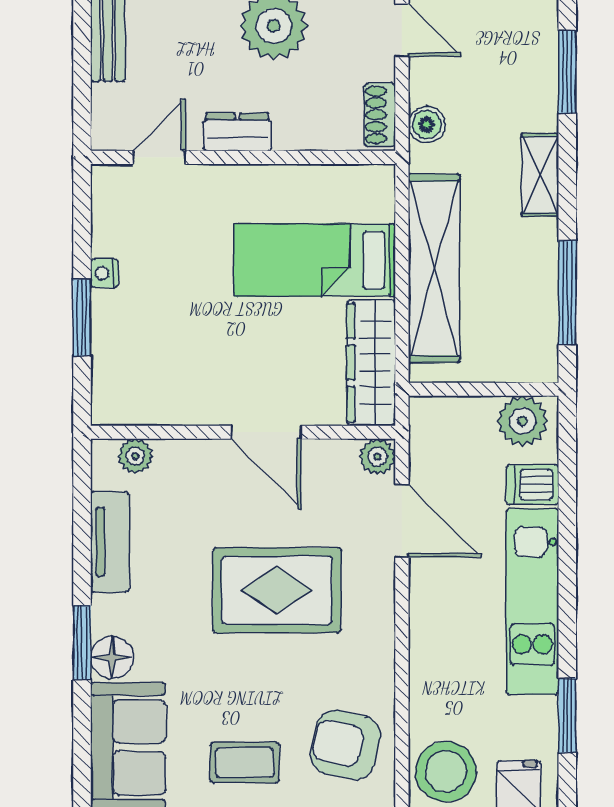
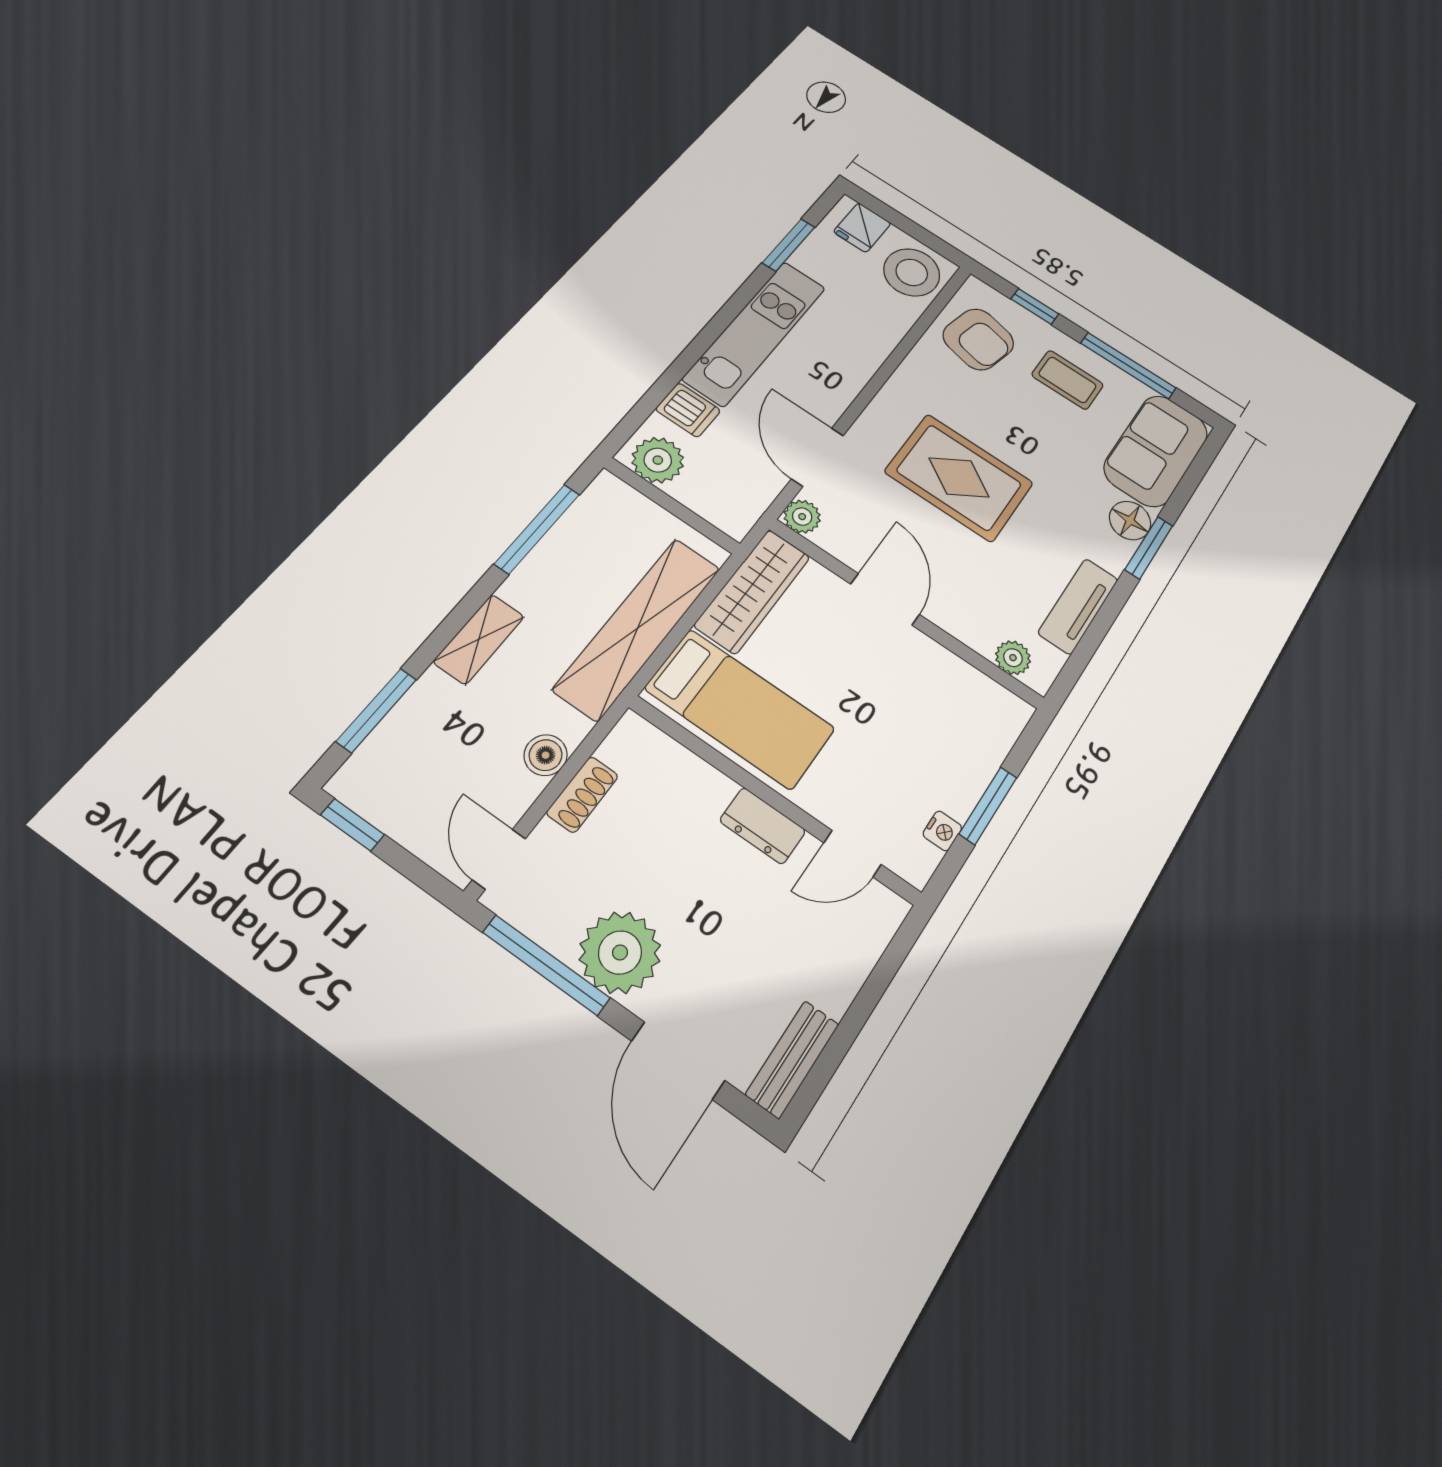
dresser: (237, 132) -> (763, 826), moved
door: (159, 157) -> (852, 854), moved
wall: (243, 157) -> (774, 799), moved

